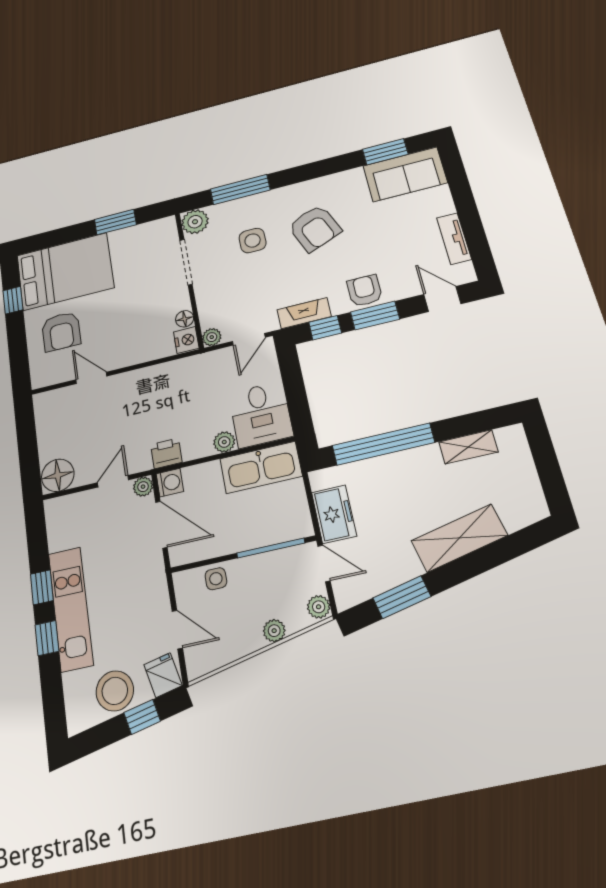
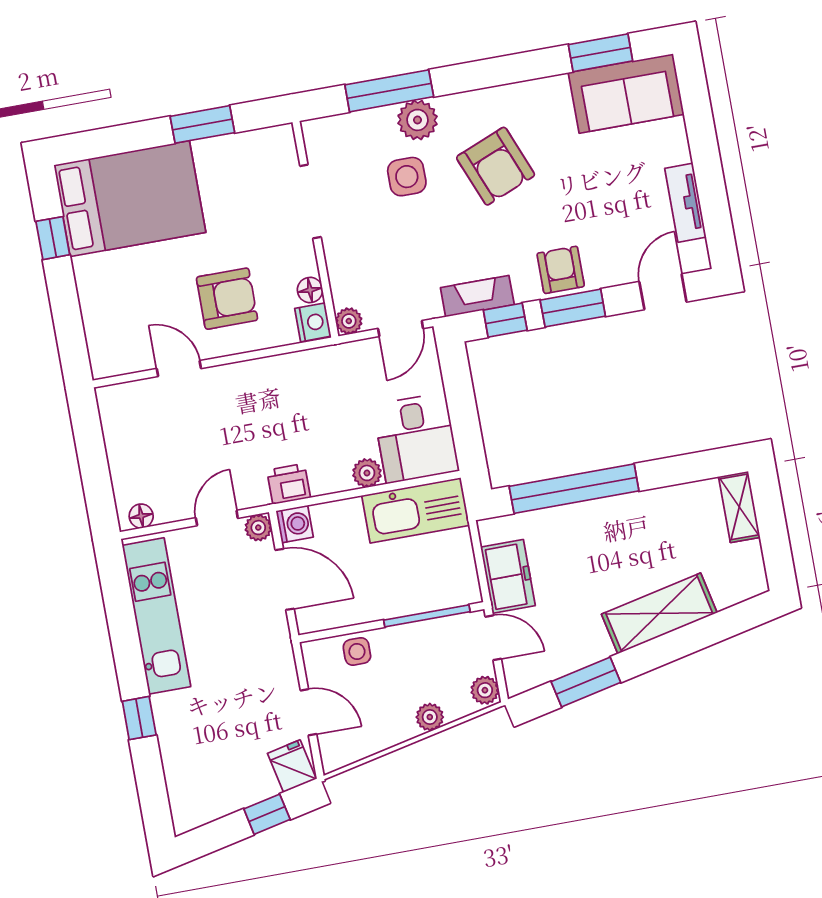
plant: (195, 222) -> (417, 120), moved
door: (442, 299) -> (663, 292), hinge flipped
armchair: (61, 331) -> (227, 299), moved, turned -90
shelving: (468, 447) -> (739, 507), moved, turned 90
floor lamp: (58, 475) -> (141, 516), width x0.53, depth x0.53
window: (42, 587) -> (128, 654), removed
kitchen unit: (71, 609) -> (156, 616), moved
stool: (115, 691) -> (231, 783), removed

